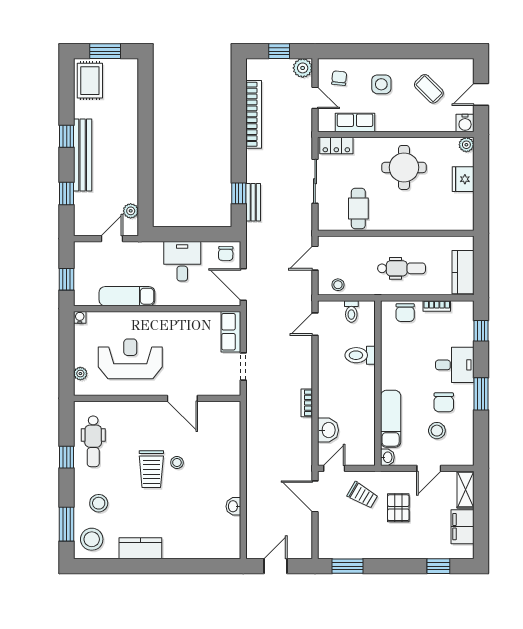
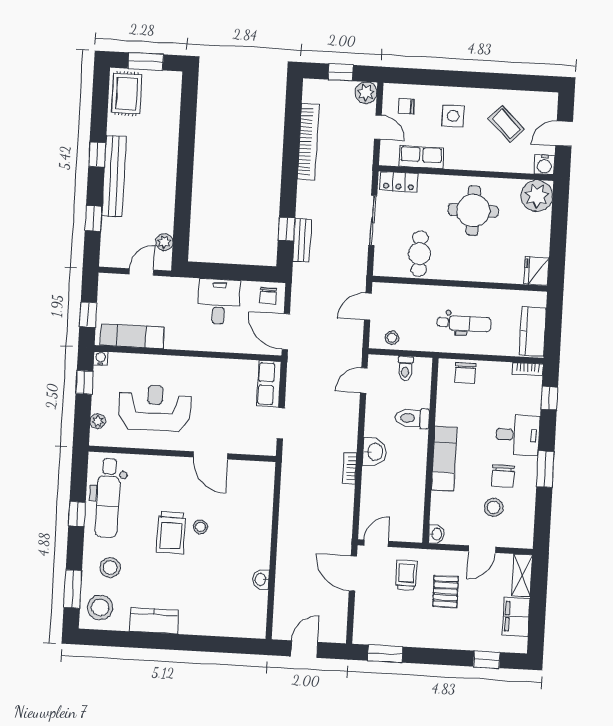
chair: (339, 78) -> (406, 106), turned -95
plant: (466, 145) -> (537, 196), width x1.88, depth x1.88
fridge: (463, 179) -> (536, 271), moved
exam couch: (127, 296) -> (132, 336), moved
bookcase: (437, 306) -> (528, 369), moved
window: (67, 340) -> (84, 382), added
exam couch: (391, 419) -> (444, 458), moved
washbasin: (328, 430) -> (374, 452), moved
dental chair: (93, 441) -> (108, 498), width x1.36, depth x1.38
trolley: (363, 495) -> (406, 575), turned -120

